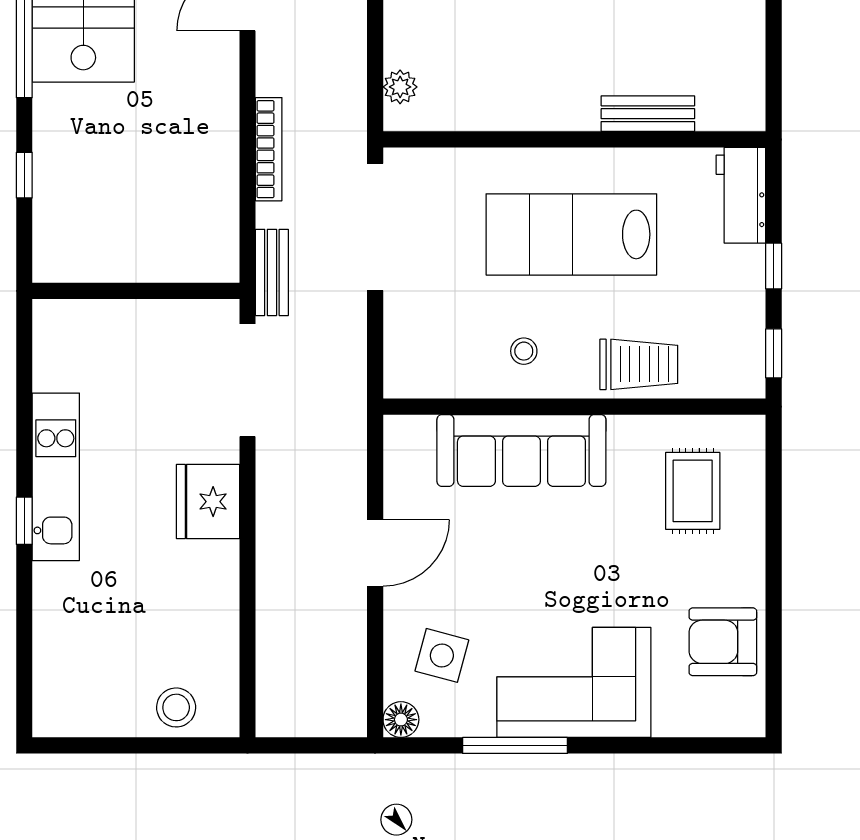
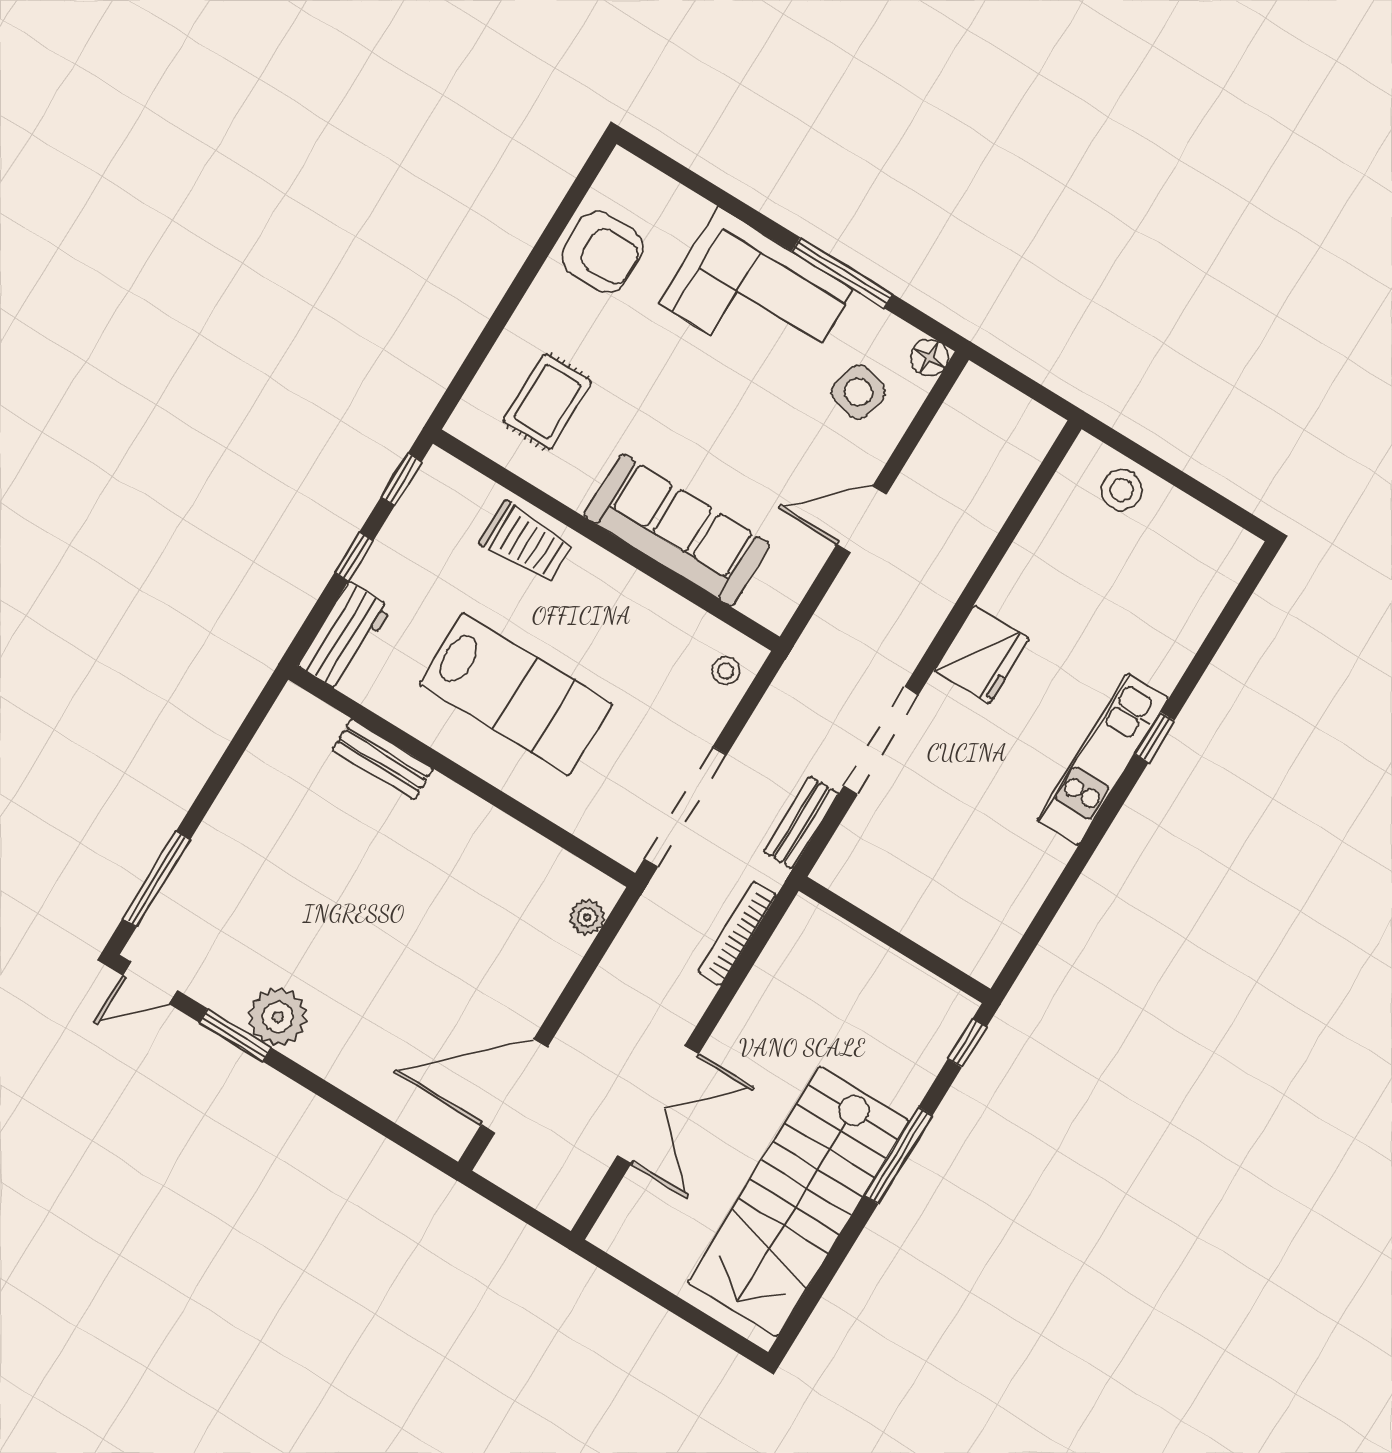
wall: (136, 291) -> (895, 940), moved
stool: (524, 351) -> (726, 671), moved
trolley: (639, 364) -> (527, 543), turned 180

